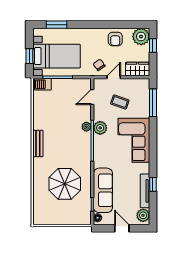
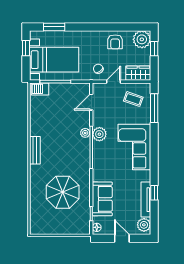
window: (29, 56) -> (26, 48), moved
coffee table: (120, 102) -> (133, 99), moved
sofa: (103, 190) -> (102, 199), width x0.73

